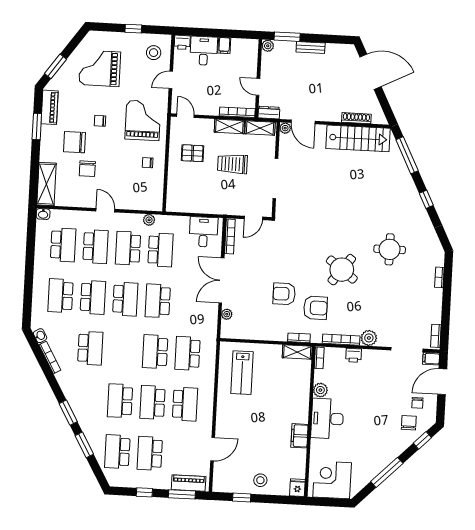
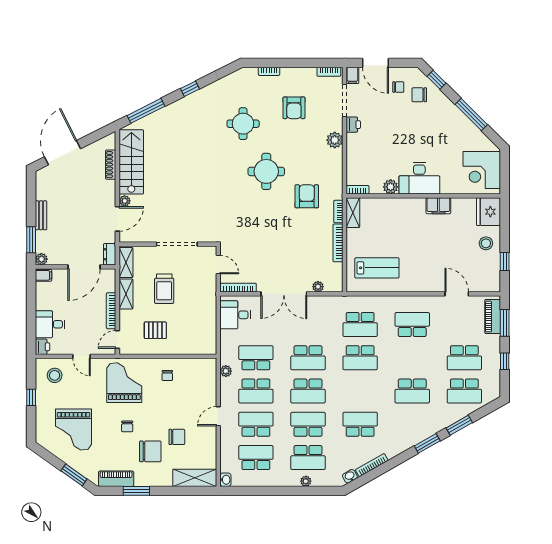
filing cabinet: (224, 45) -> (44, 275), moved
door: (258, 87) -> (84, 267), width x1.88
bookcase: (237, 112) -> (111, 311), moved
grand piano: (143, 120) -> (124, 383), turned 90
plant: (285, 128) -> (125, 201), moved
chair: (75, 142) -> (150, 451), turned -90
pallet: (192, 153) -> (155, 330), turned 90
round table: (342, 270) -> (266, 171), turned -37
plant: (38, 292) -> (306, 481), added
armchair: (284, 294) -> (294, 108), moved
school desk: (125, 299) -> (308, 391), turned 180
bookcase: (341, 340) -> (338, 243), moved
printer: (354, 355) -> (353, 125), moved
school desk: (152, 402) -> (412, 358), removed
fridge: (297, 488) -> (488, 212), width x1.88, depth x1.34

